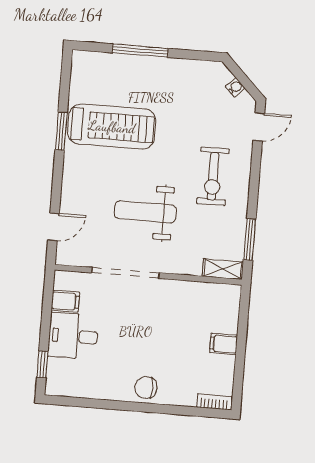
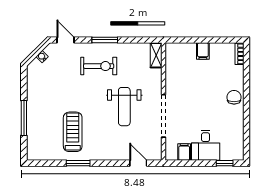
treadmill: (112, 127) -> (73, 132), width x0.73, depth x0.73
window: (250, 239) -> (105, 40), moved
chair: (146, 388) -> (234, 97), turned 180

